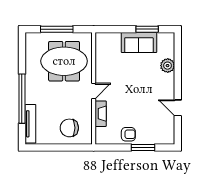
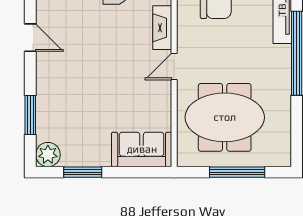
sofa: (139, 42) -> (142, 149), moved
window: (178, 63) -> (30, 115), added
plant: (168, 66) -> (48, 155), moved

